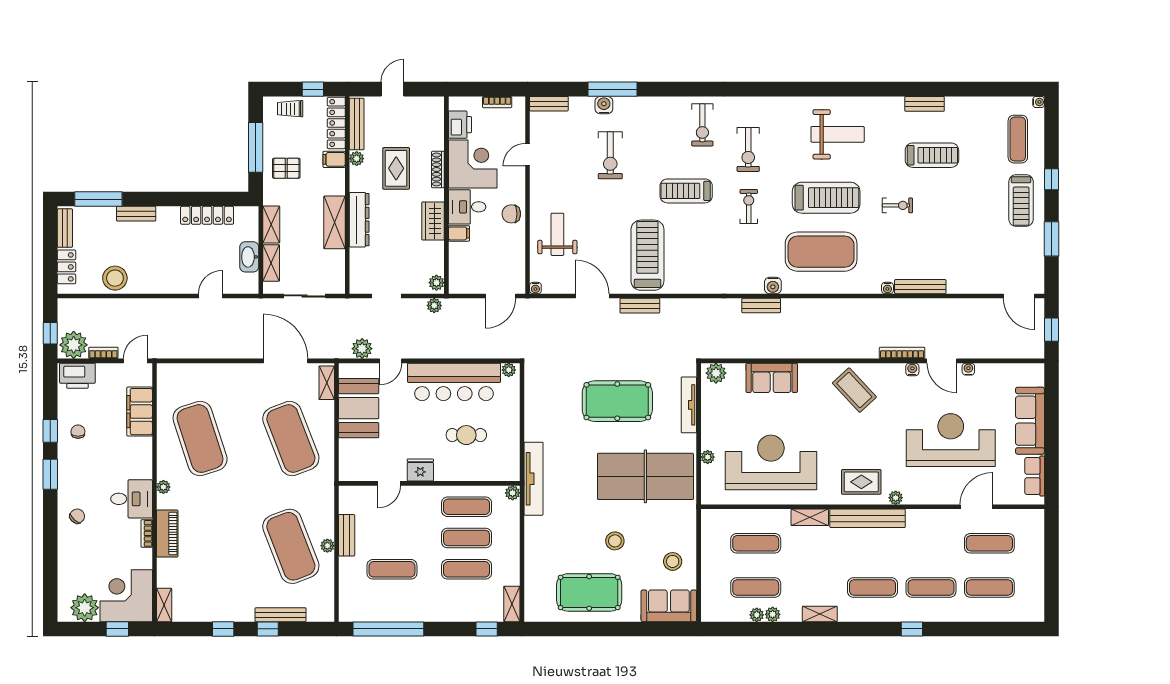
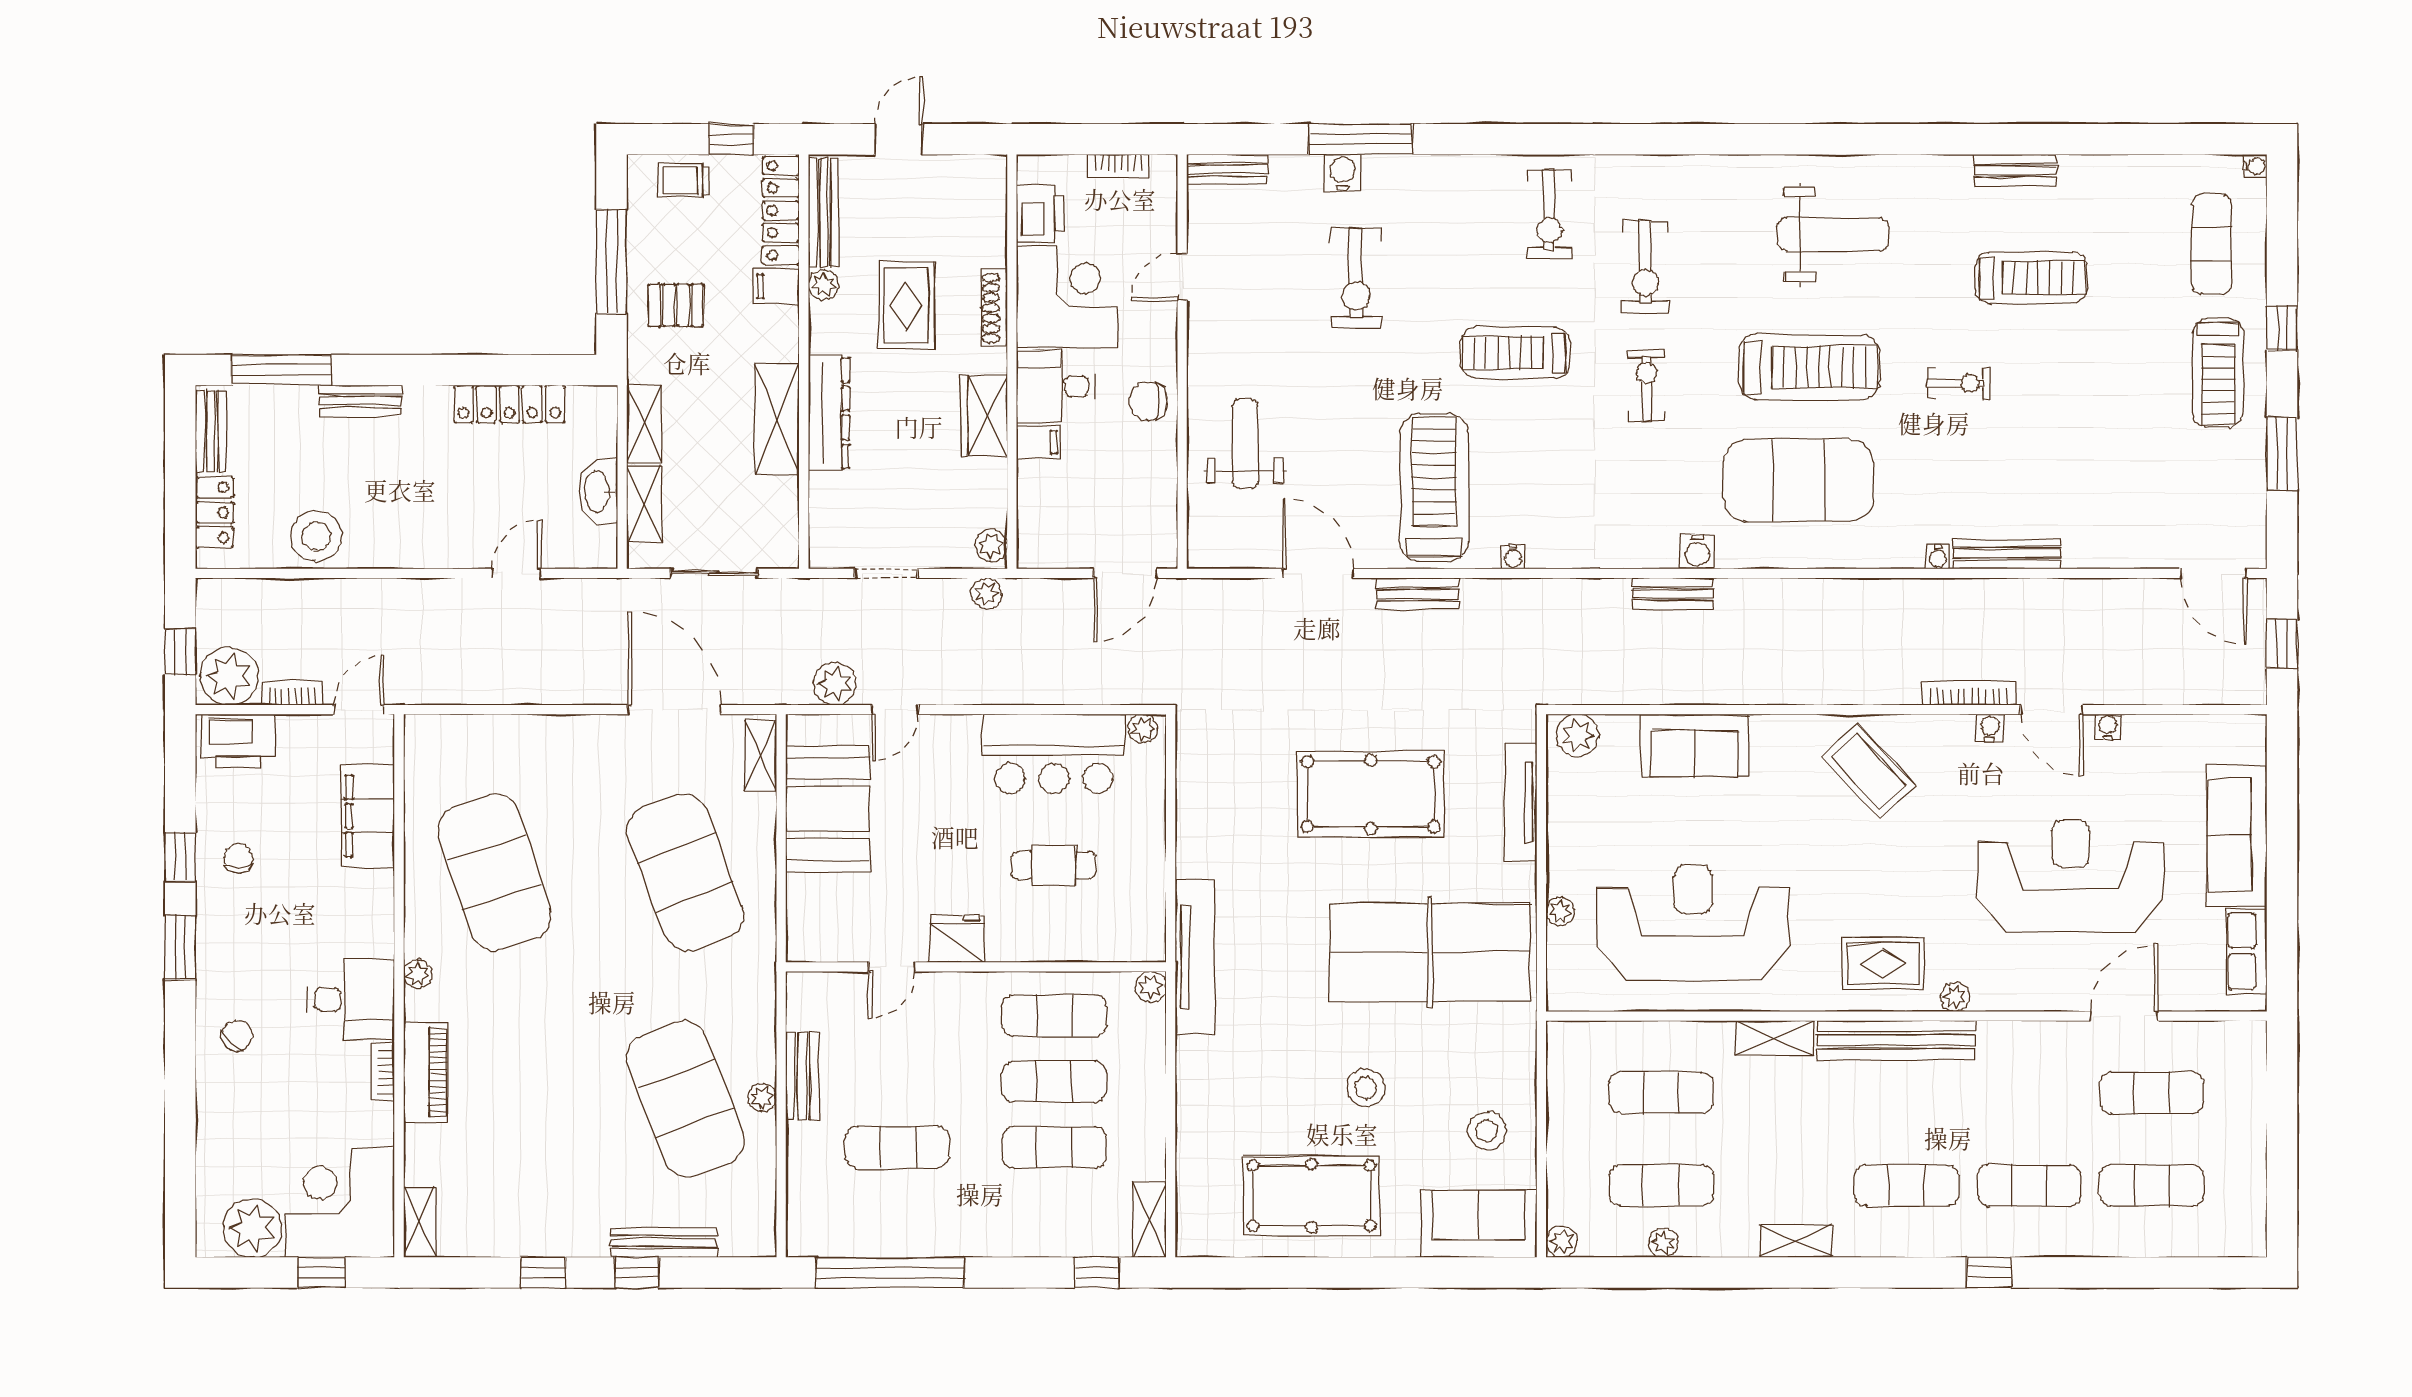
water cooler: (535, 288) -> (1513, 557), moved
bar counter: (454, 382) -> (1054, 754), width x0.73
plant: (773, 614) -> (1562, 1242), moved

